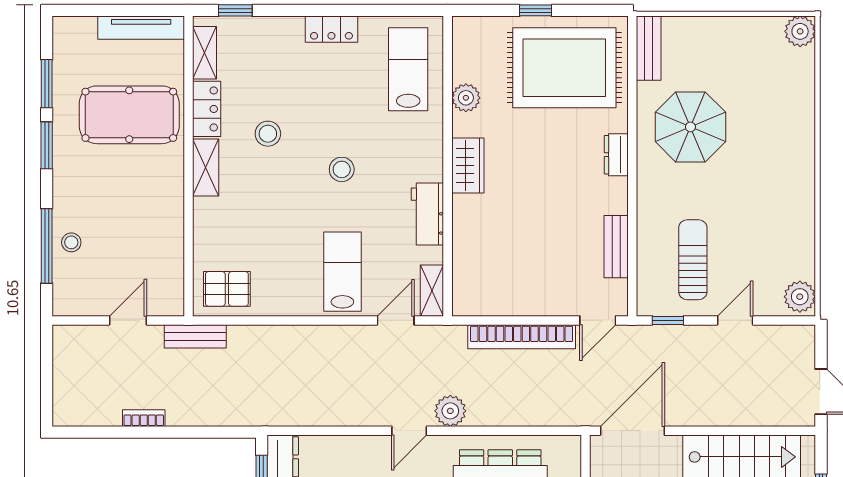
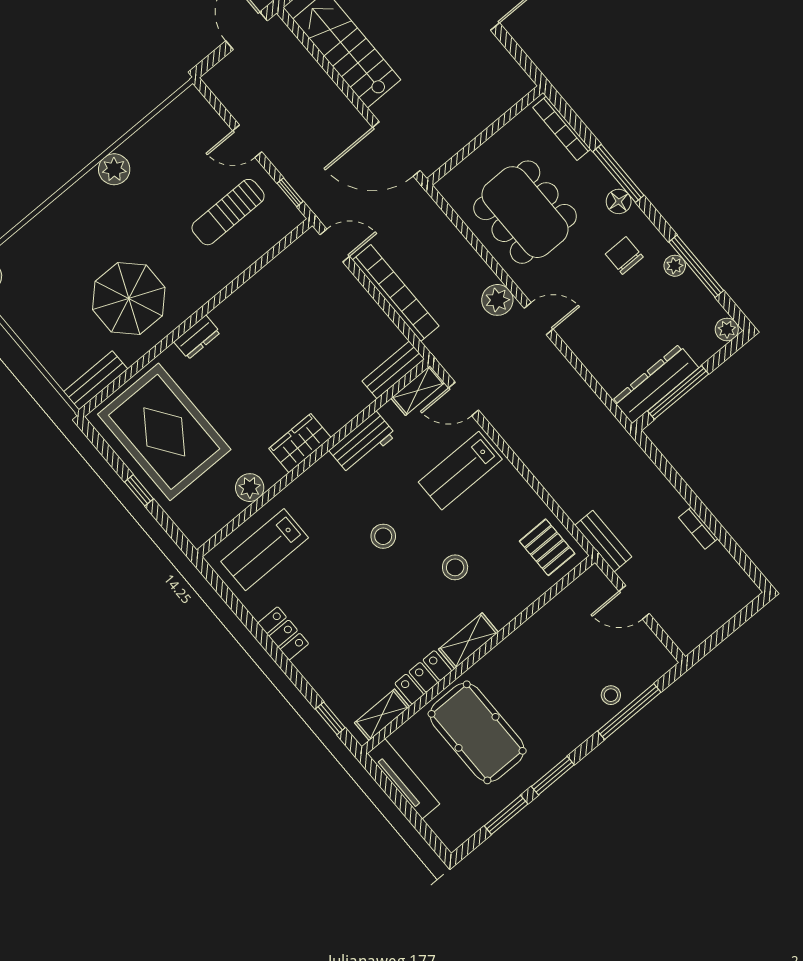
stool: (268, 134) -> (455, 567), moved
bench: (616, 247) -> (393, 370), moved
plant: (800, 297) -> (114, 169), moved

